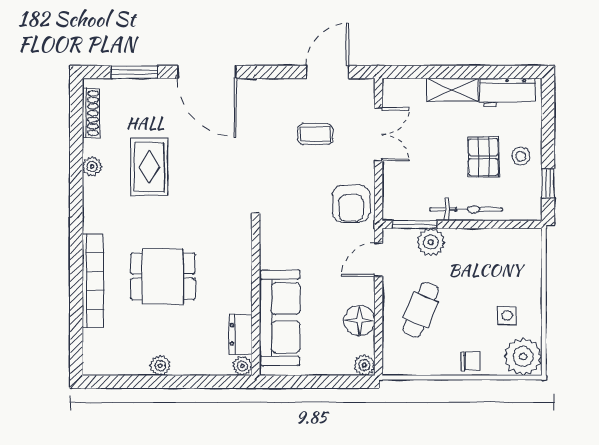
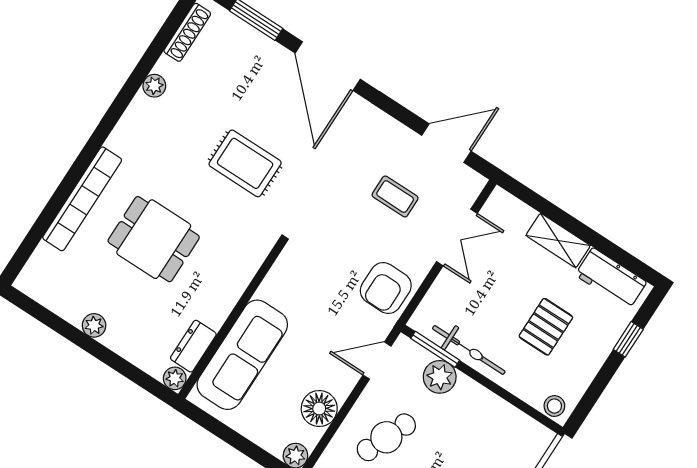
stool: (521, 156) -> (554, 406), moved
rug: (149, 167) -> (245, 163), moved, turned 90
window: (548, 183) -> (628, 339), moved
bicycle: (466, 209) -> (469, 350), moved

